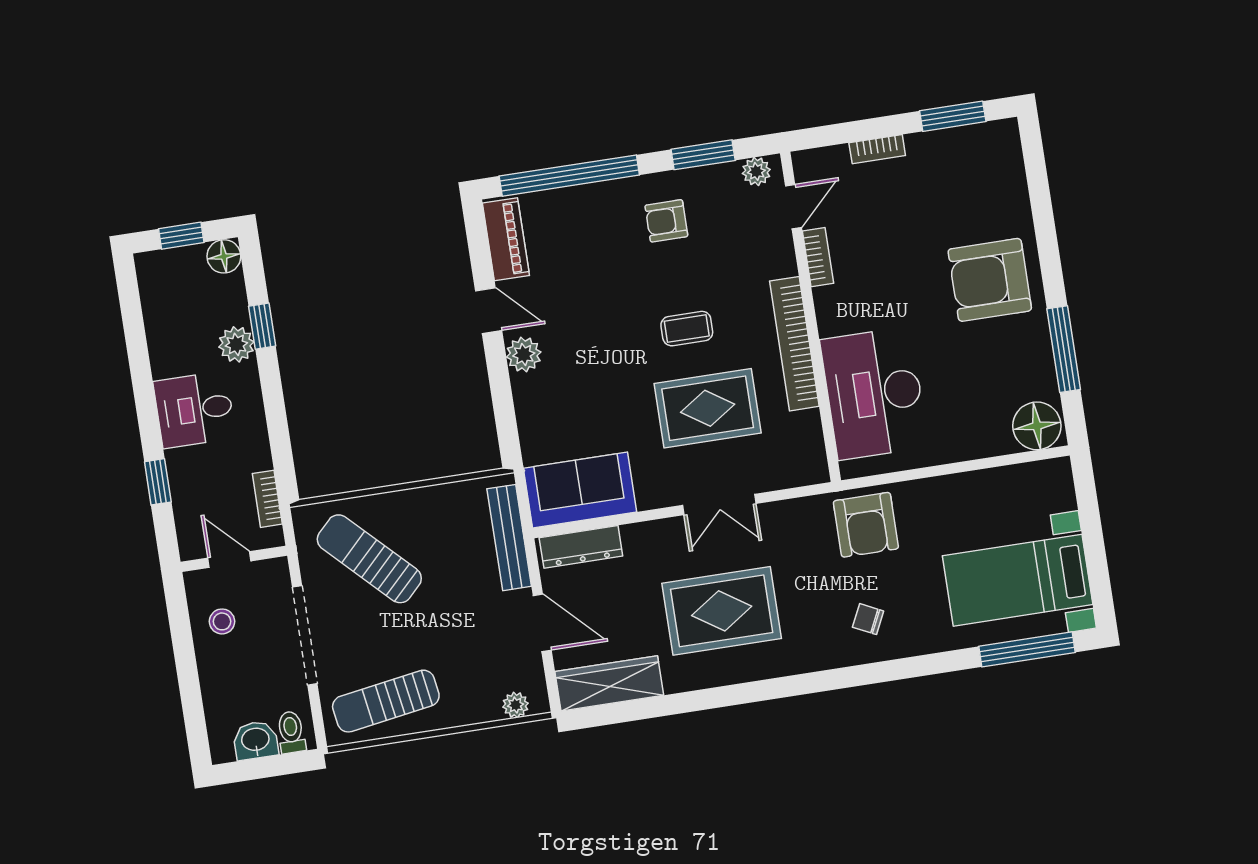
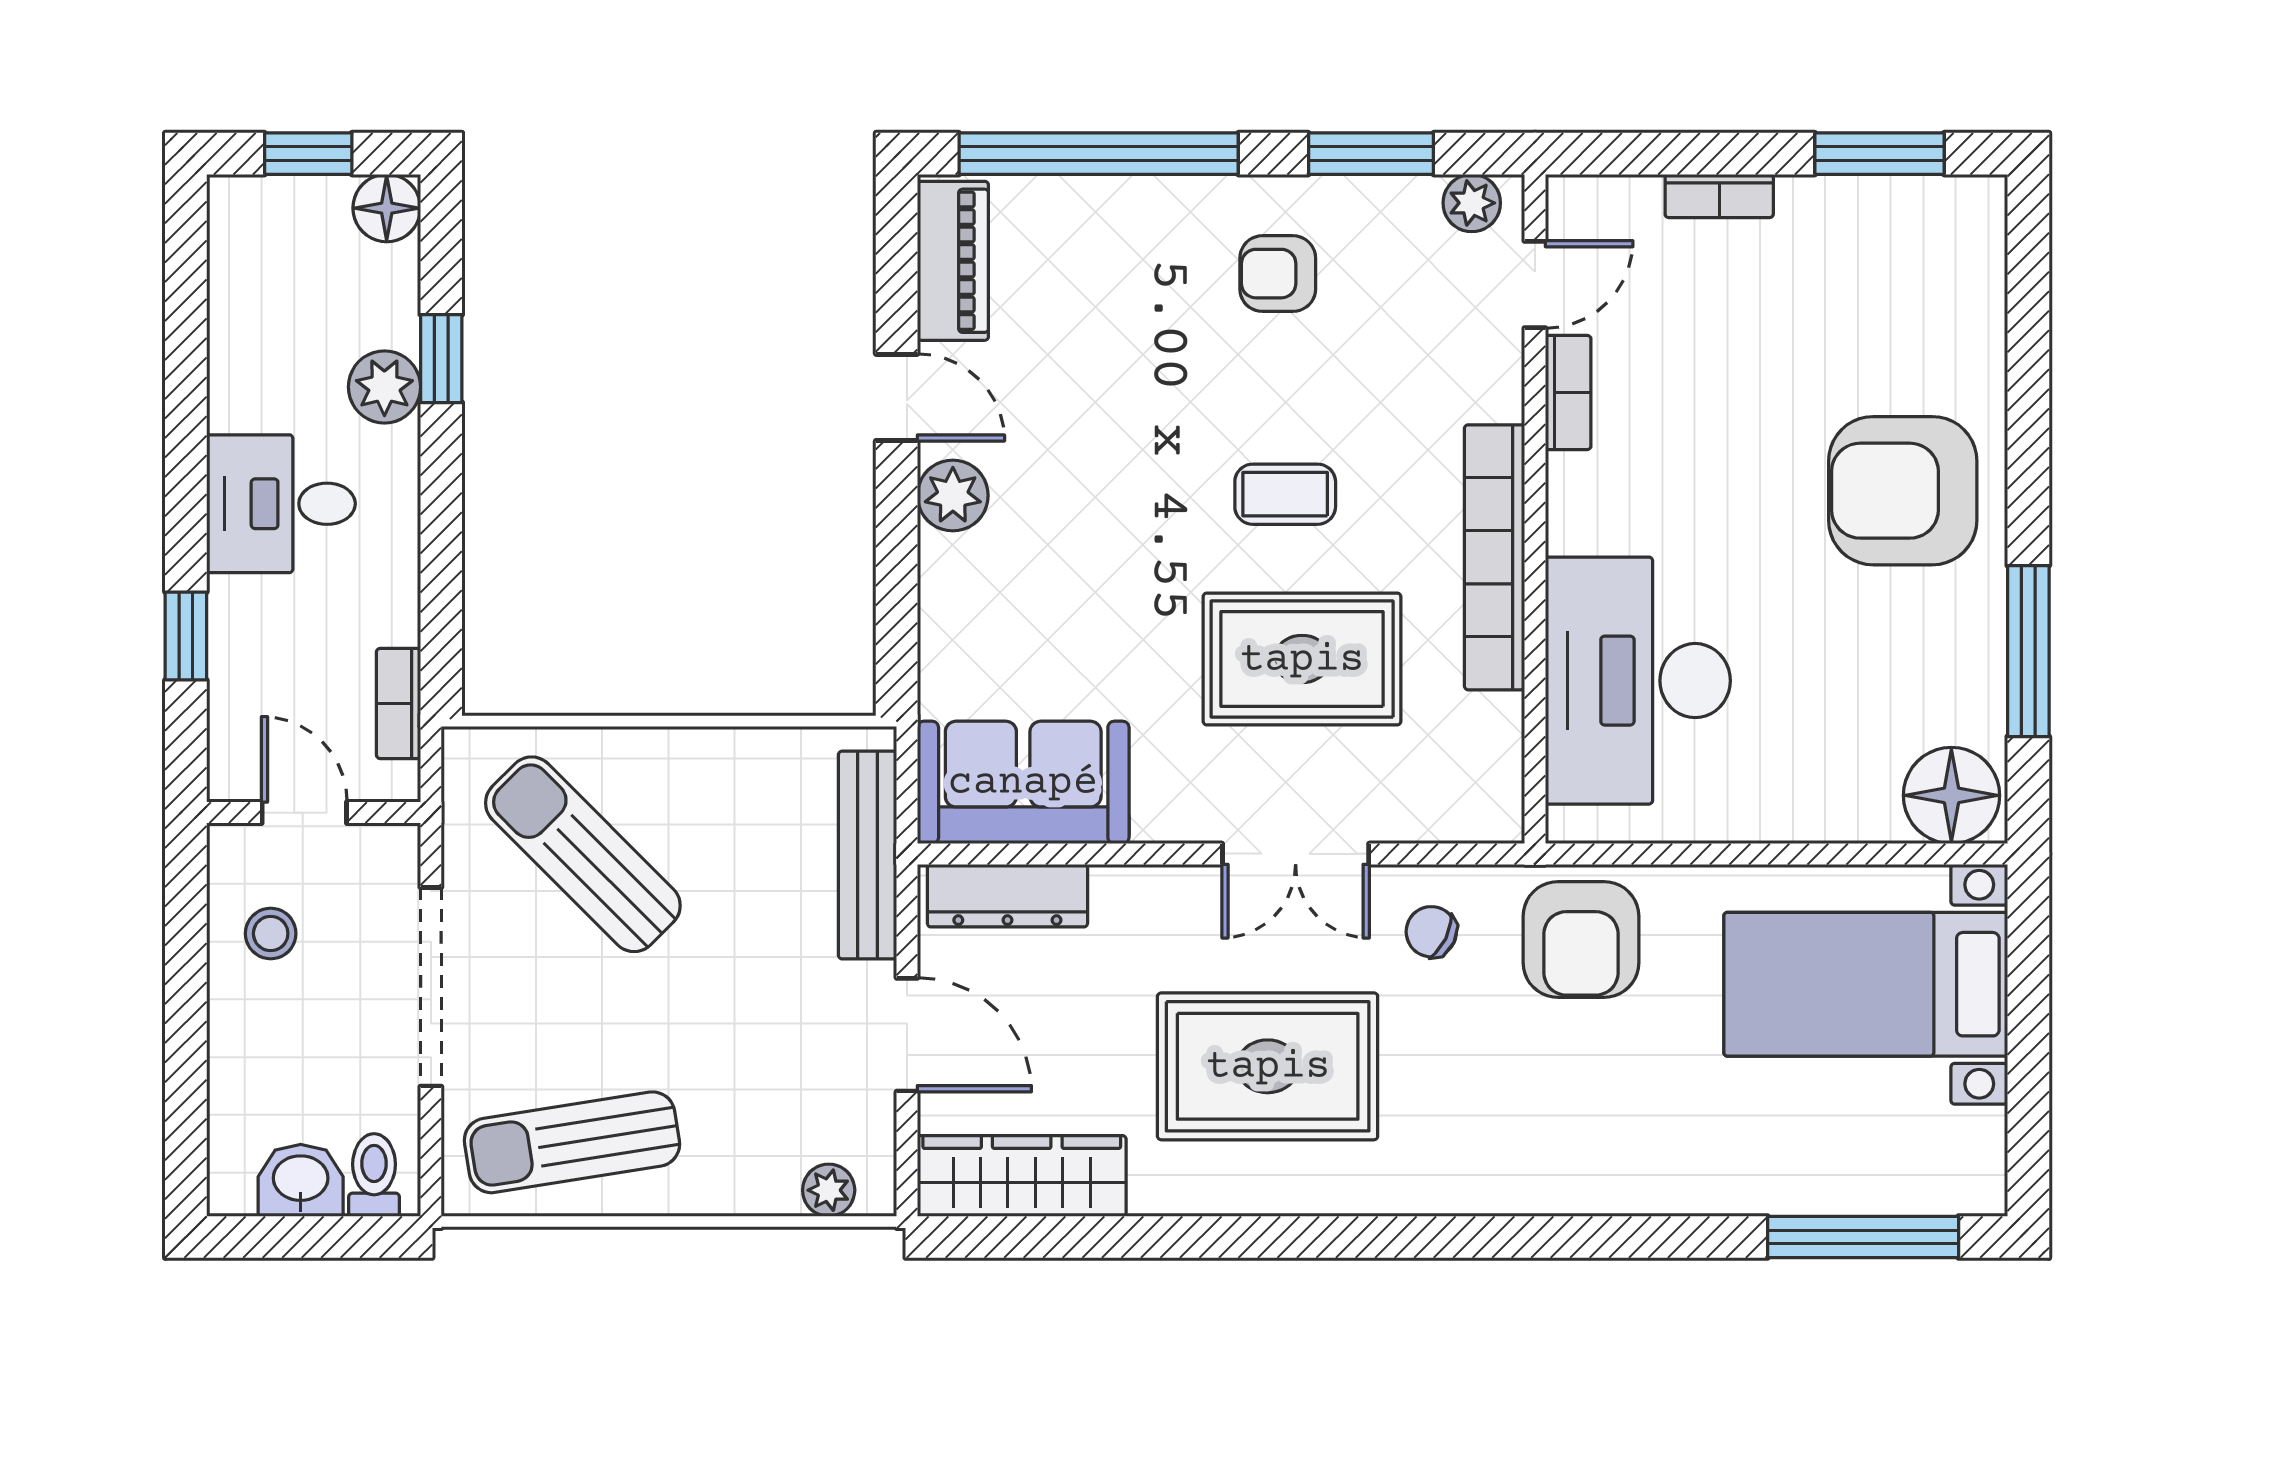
bed with nightstands: (1018, 580) -> (1866, 984), moved
chair: (868, 619) -> (1431, 932), moved

